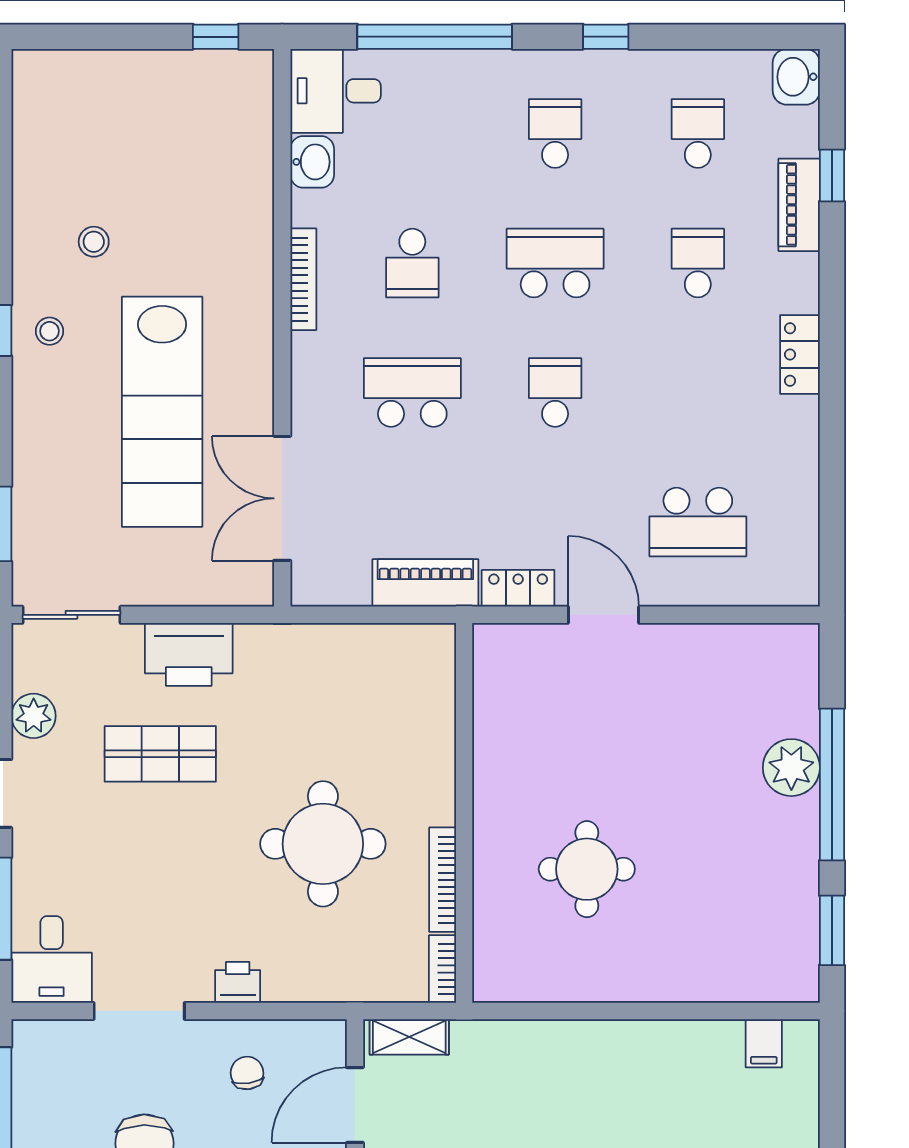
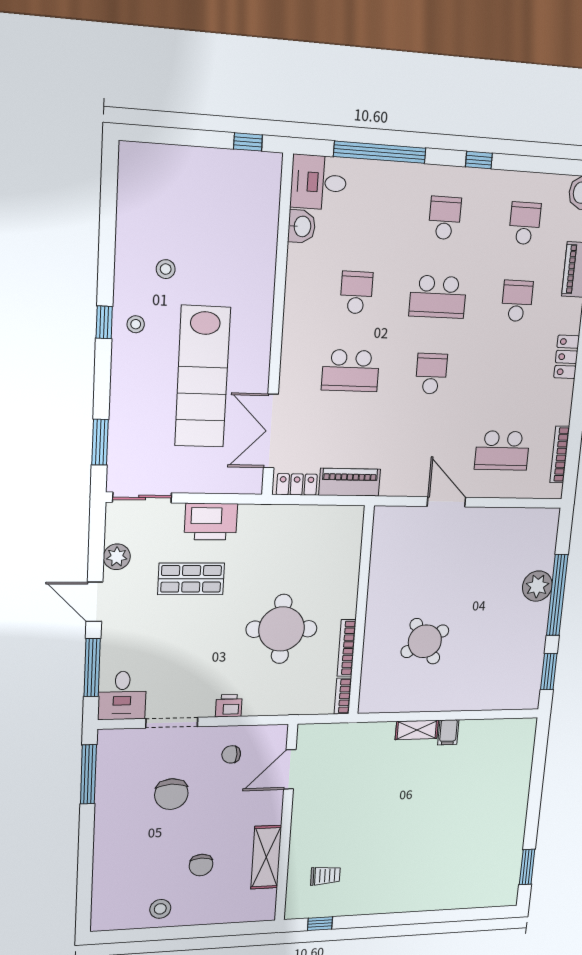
school desk: (412, 263) -> (356, 293), turned 180
school desk: (555, 263) -> (438, 297), turned 180
bookcase: (303, 279) -> (560, 454), moved, turned 180
school desk: (412, 393) -> (351, 371), turned 180
locker: (518, 588) -> (297, 484), moved
round table: (587, 869) -> (425, 641), turned -31
shelving: (409, 1037) -> (417, 730), moved
filing cabinet: (764, 1043) -> (448, 732), moved
chair: (247, 1073) -> (231, 754), turned -82

